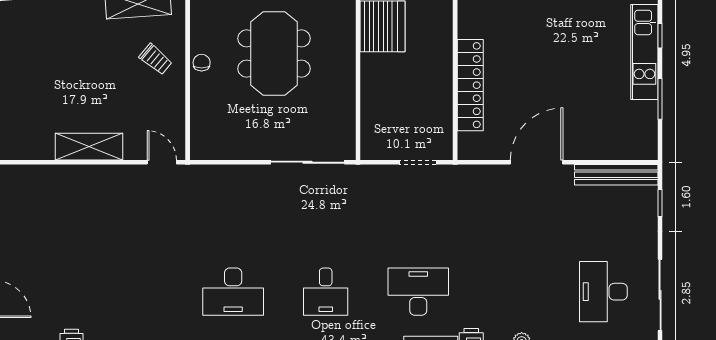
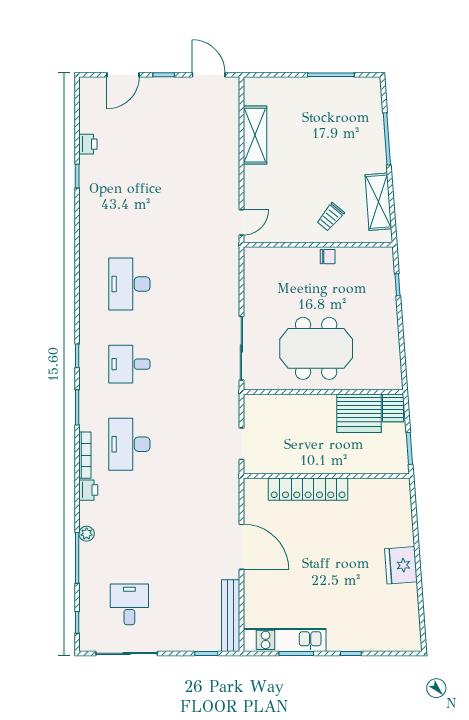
kitchen unit: (644, 52) -> (285, 640), moved
meeting table: (274, 54) -> (316, 348), moved
shelving: (89, 147) -> (255, 135), moved
desk: (418, 292) -> (129, 444), turned 180
desk: (603, 292) -> (129, 604), width x0.73

